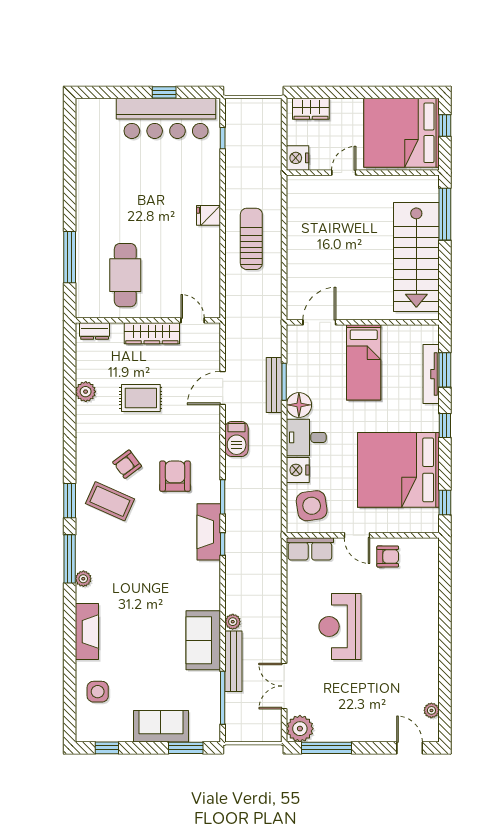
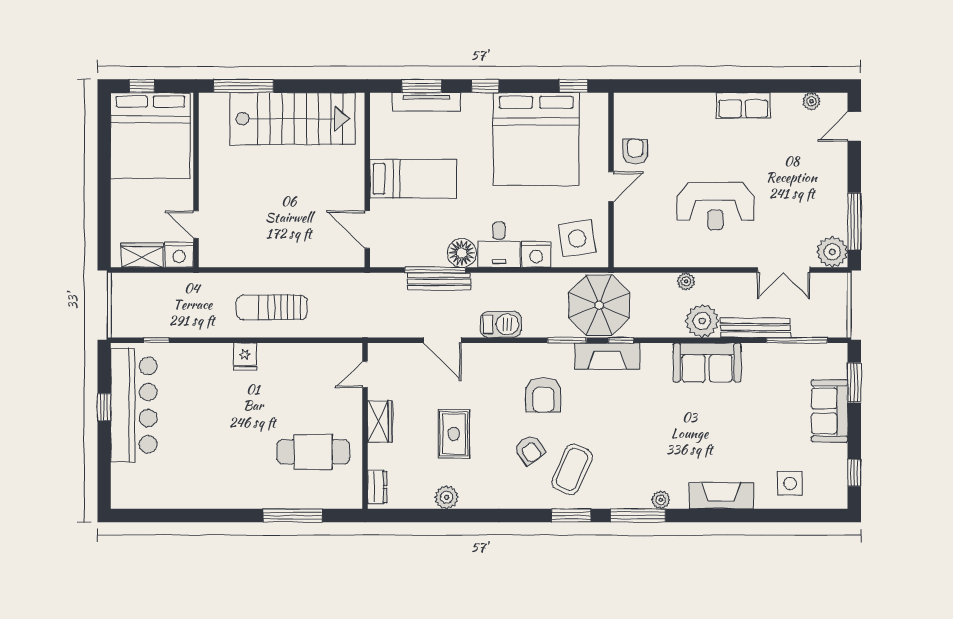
wardrobe: (311, 109) -> (142, 255), moved, turned -90
door: (344, 173) -> (196, 225), moved
wardrobe: (152, 333) -> (380, 421), width x0.67
window: (284, 382) -> (435, 270), width x1.44
armchair: (175, 476) -> (543, 395), turned -90
parasol: (253, 525) -> (599, 305), added
row of seats: (310, 549) -> (743, 105), moved, turned 90
plant: (274, 601) -> (686, 281), added
plant: (233, 622) -> (702, 321), width x1.87, depth x1.87
sofa: (203, 640) -> (707, 362), moved

